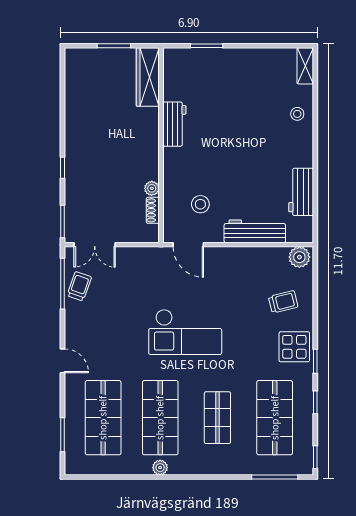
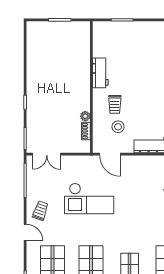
wardrobe: (148, 77) -> (83, 41), removed
trolley: (196, 171) -> (115, 104), added
trolley: (79, 286) -> (40, 211), moved
checkout: (185, 332) -> (89, 198), moved

